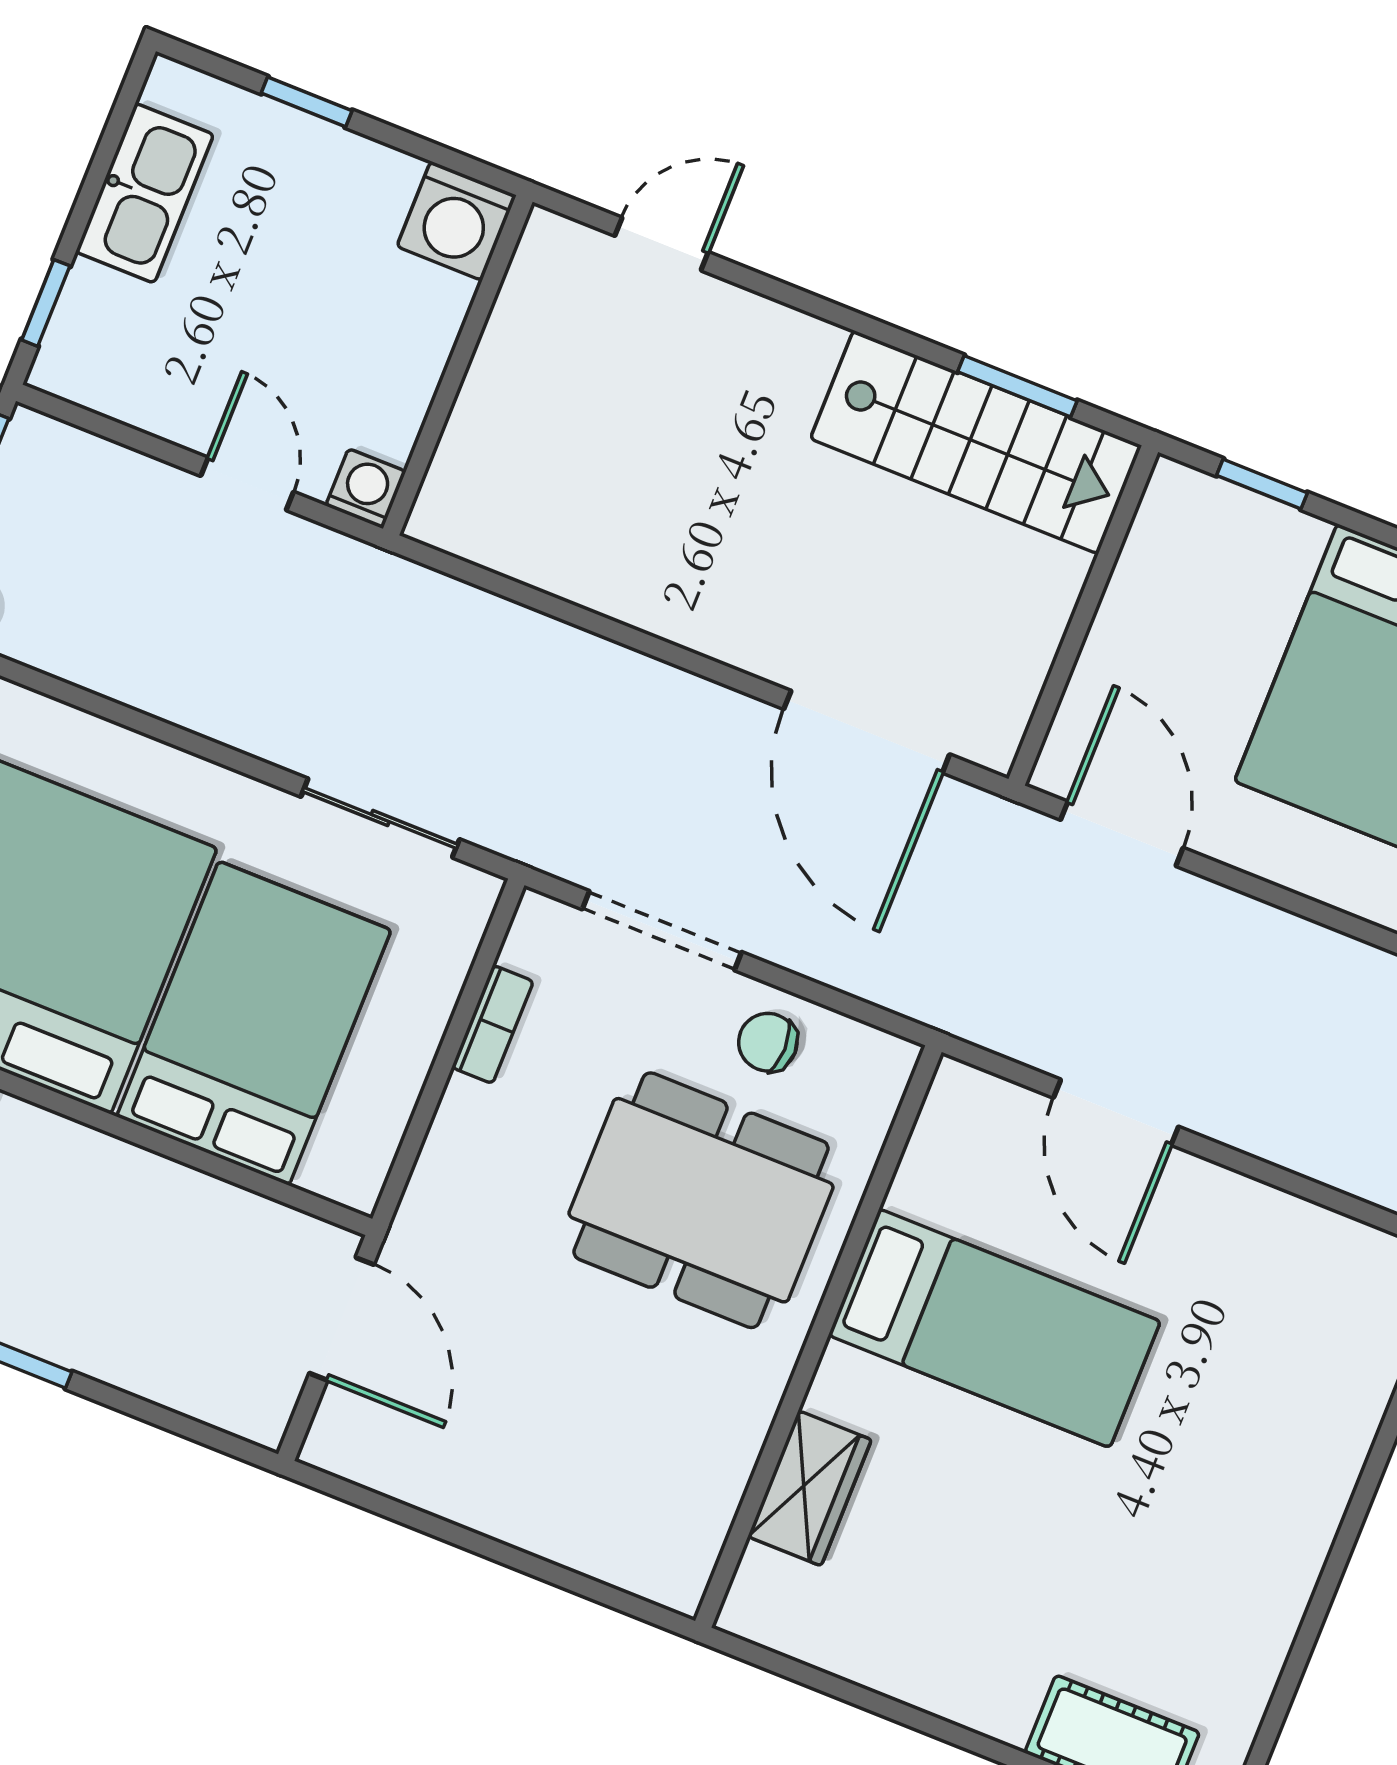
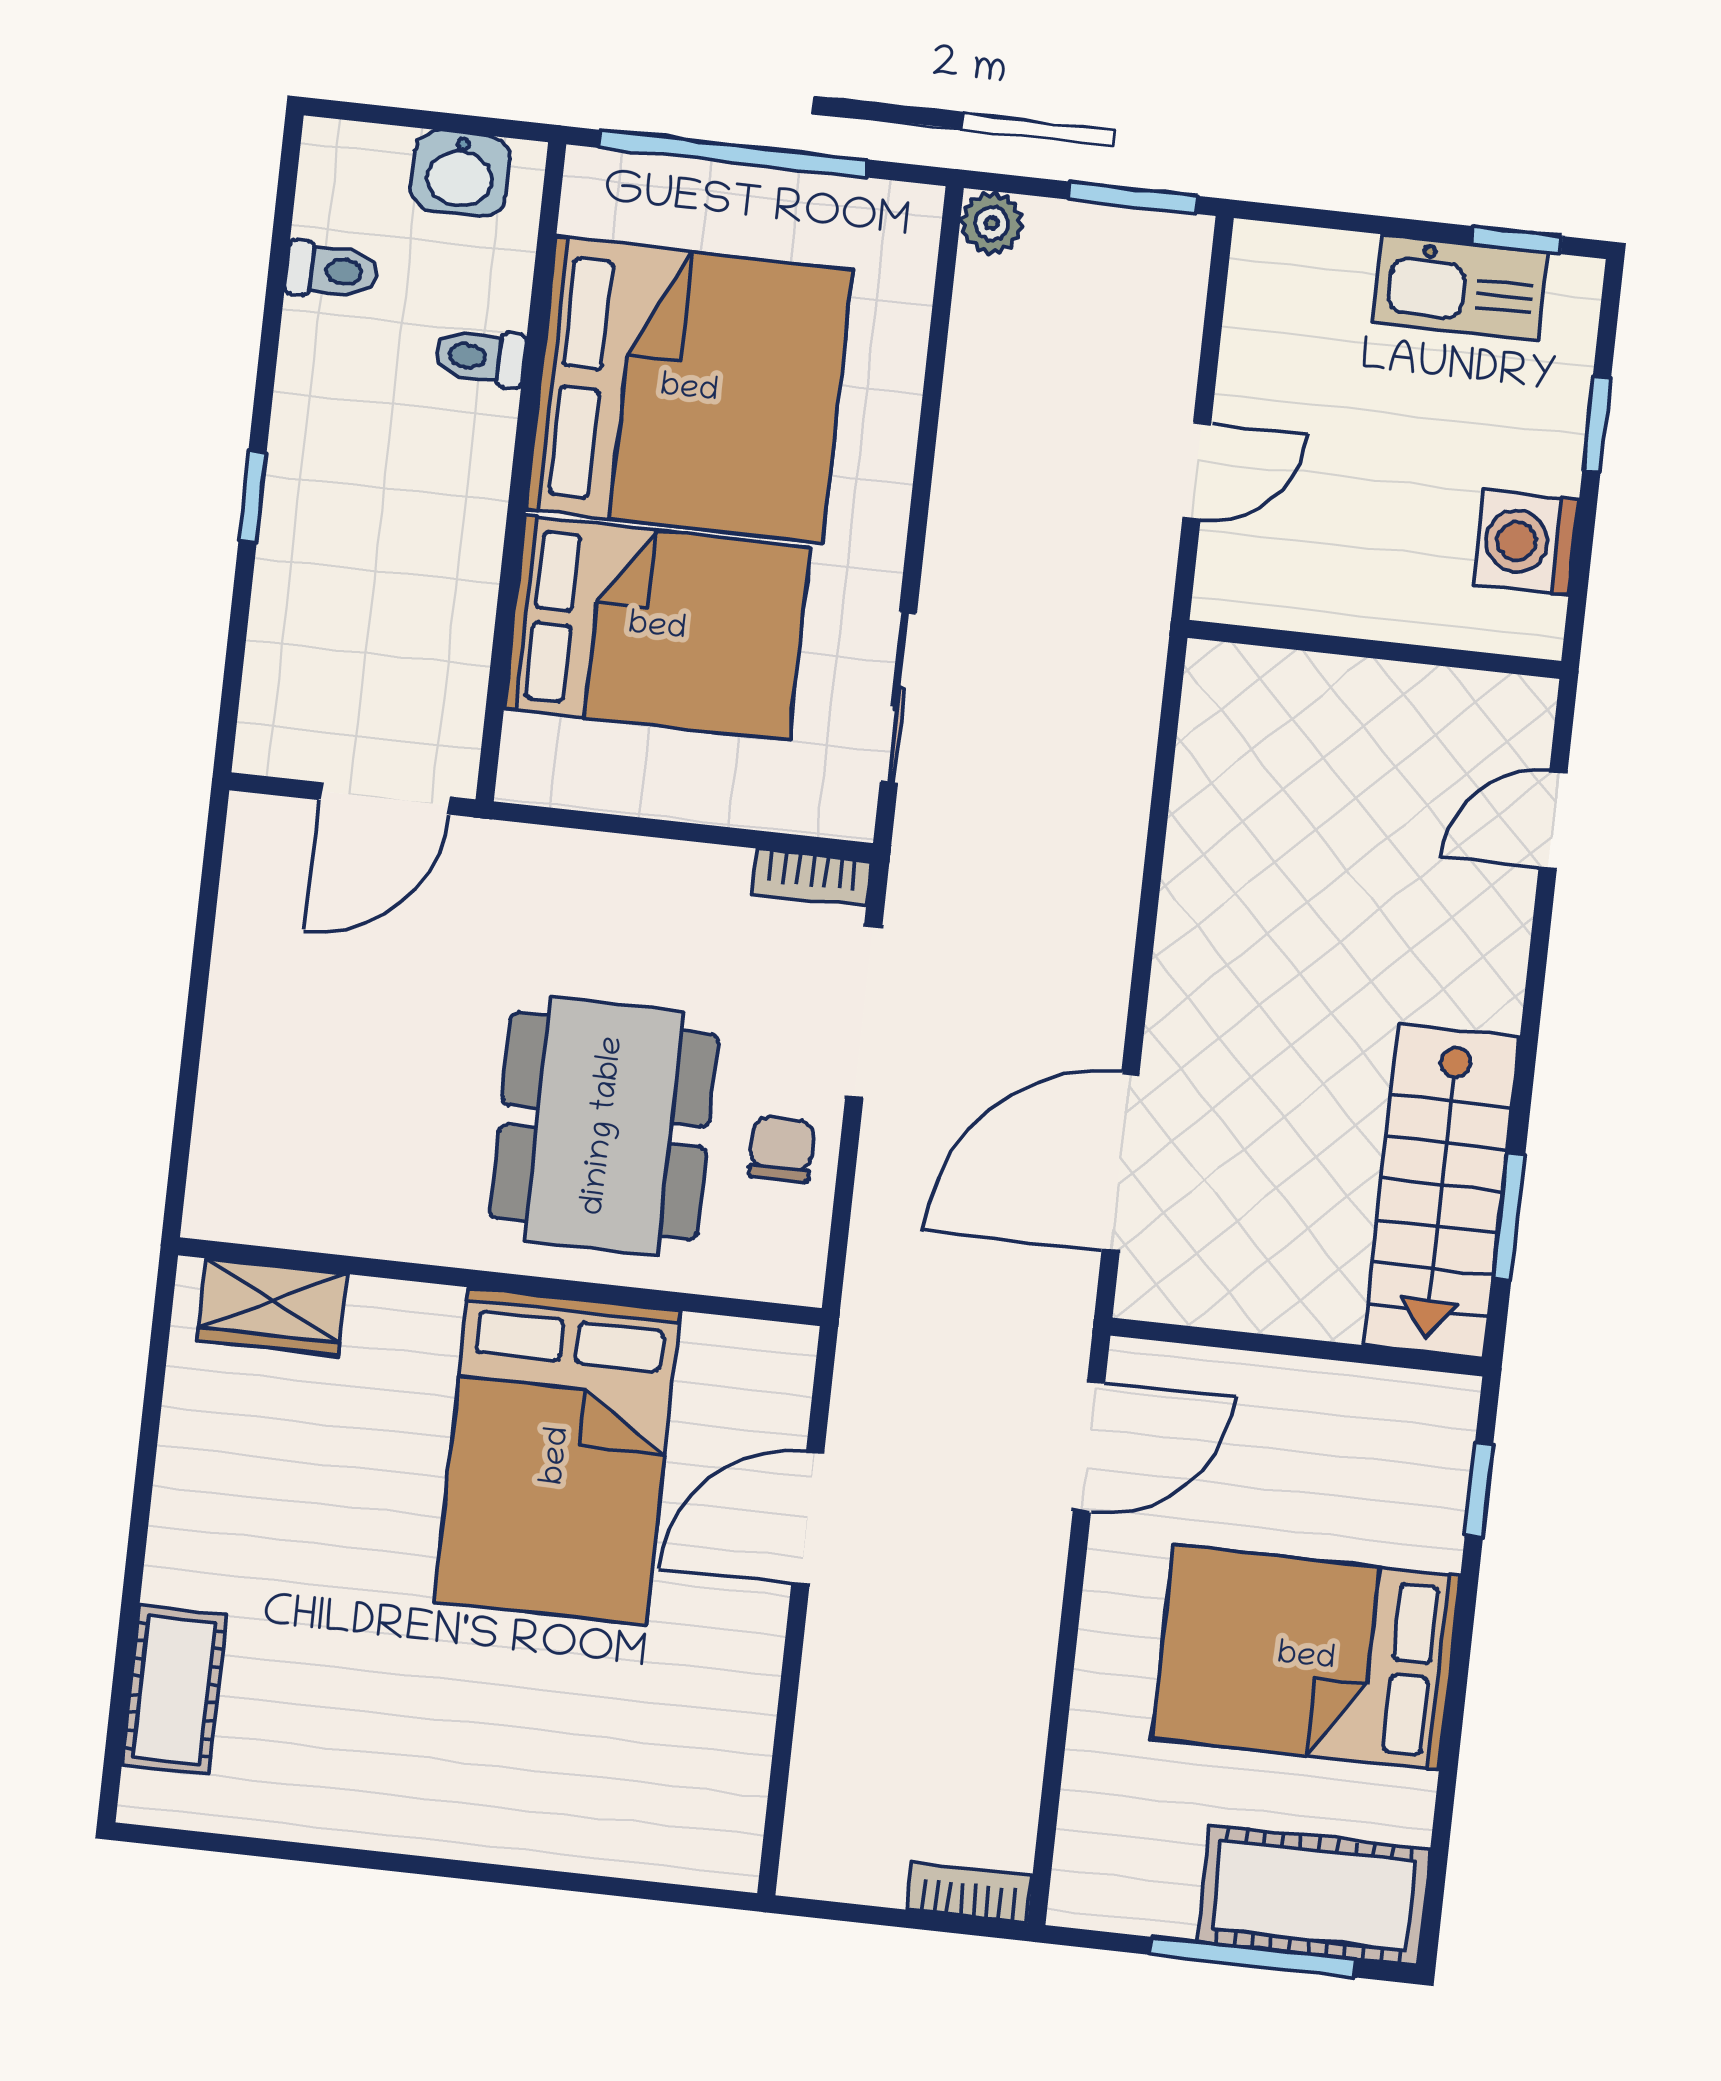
washing machine: (457, 221) -> (1526, 542), moved
door: (662, 244) -> (1553, 820), swing flipped
window: (46, 303) -> (1517, 240), moved
washing machine: (366, 489) -> (1225, 591), removed
bookcase: (493, 1024) -> (811, 878), moved
bed: (994, 1328) -> (557, 1456), width x1.50
wardrobe: (810, 1488) -> (272, 1307), moved

